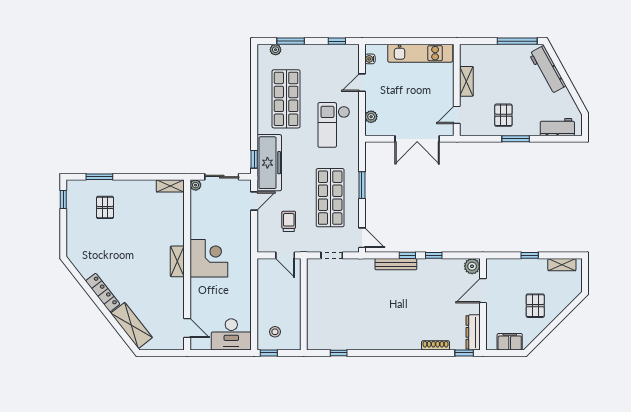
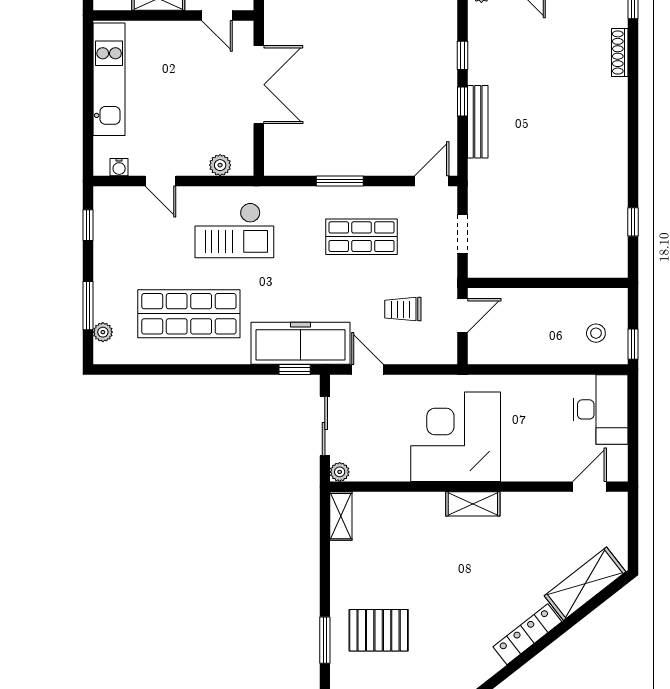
shop shelf: (330, 198) -> (362, 237), width x0.70, depth x0.74
pallet: (105, 207) -> (379, 630), width x1.50, depth x1.42
corner desk: (209, 258) -> (456, 437), width x1.36, depth x1.36

